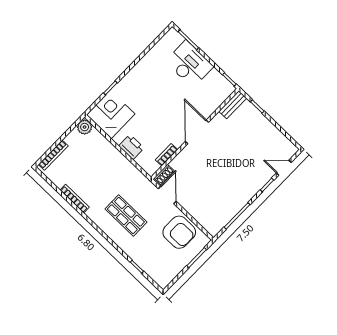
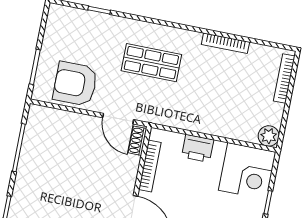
bookcase: (166, 155) -> (150, 166), width x1.56

